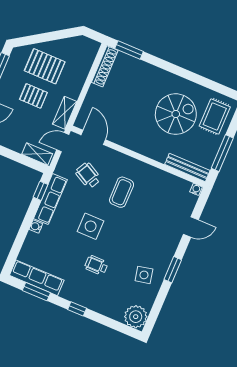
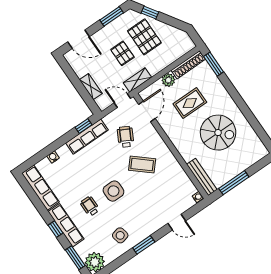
window: (35, 39) -> (150, 13), added
plant: (95, 93) -> (168, 80), added
rug: (215, 117) -> (190, 103), moved
shelving: (37, 154) -> (91, 87), moved
coffee table: (122, 192) -> (142, 165), turned 41
side table: (91, 226) -> (113, 191), moved
water cooler: (36, 227) -> (53, 157), moved
window: (36, 292) -> (75, 258), moved
row of seats: (85, 299) -> (66, 225), added

